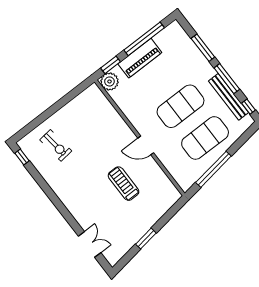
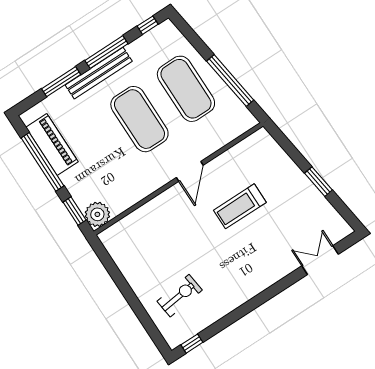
piano: (140, 58) -> (52, 144), moved
bench: (229, 97) -> (99, 73), moved

